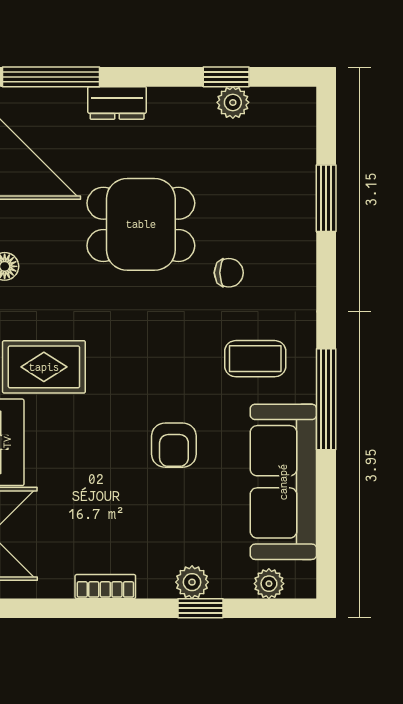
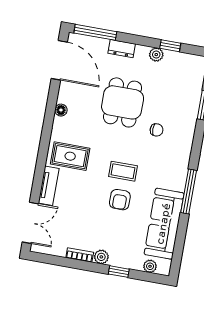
plant: (233, 102) -> (156, 55), moved
dining table: (141, 224) -> (123, 102), turned 90
coffee table: (255, 359) -> (123, 171), moved
plant: (192, 582) -> (101, 257), moved

